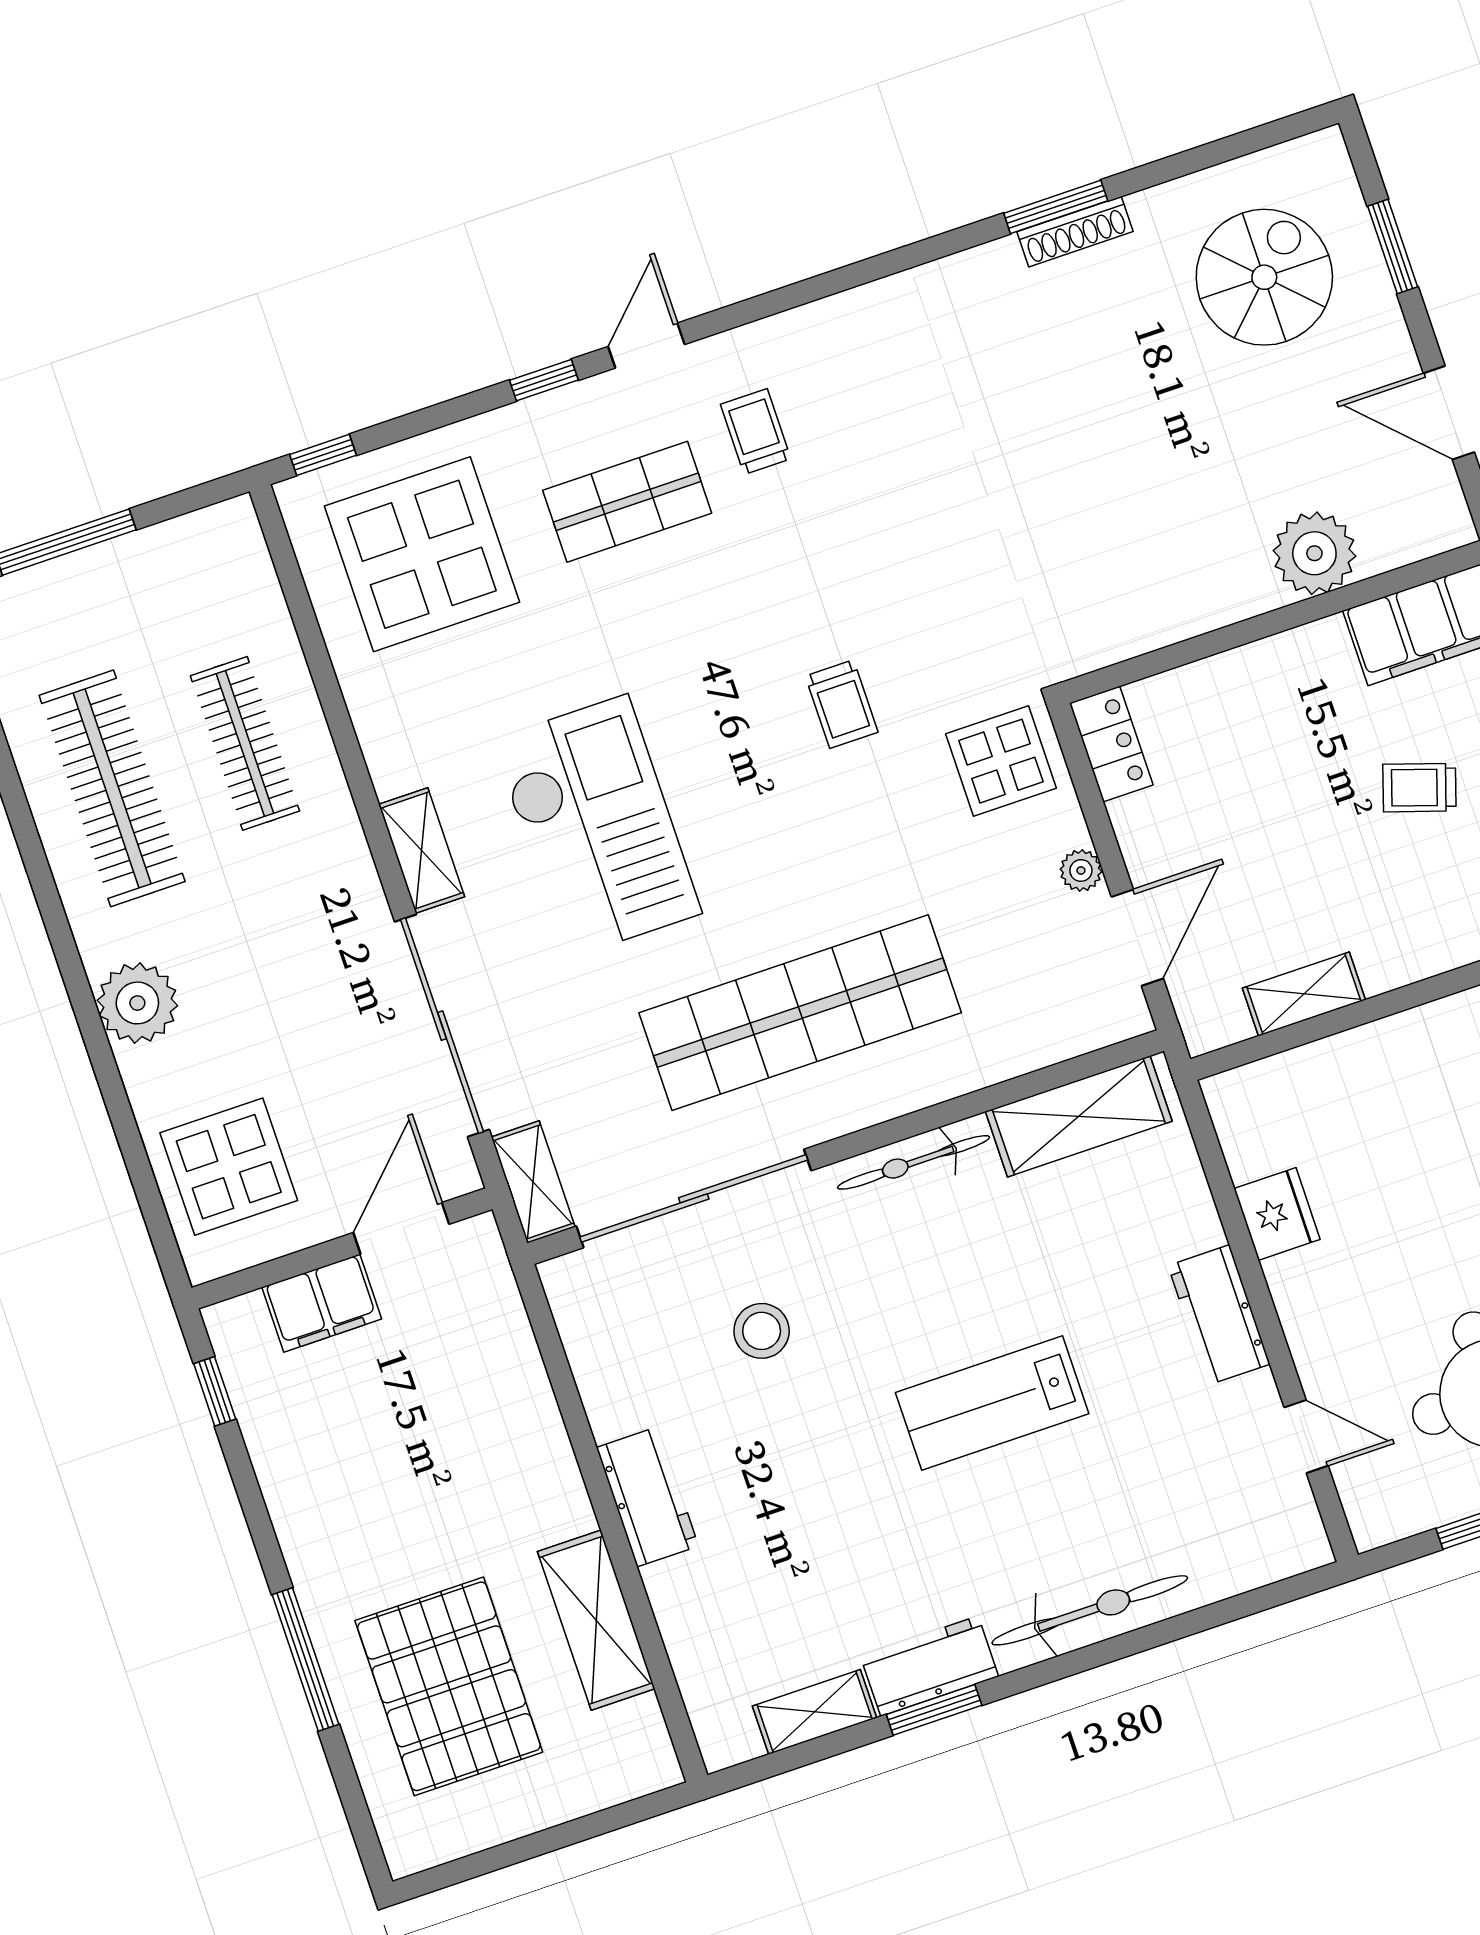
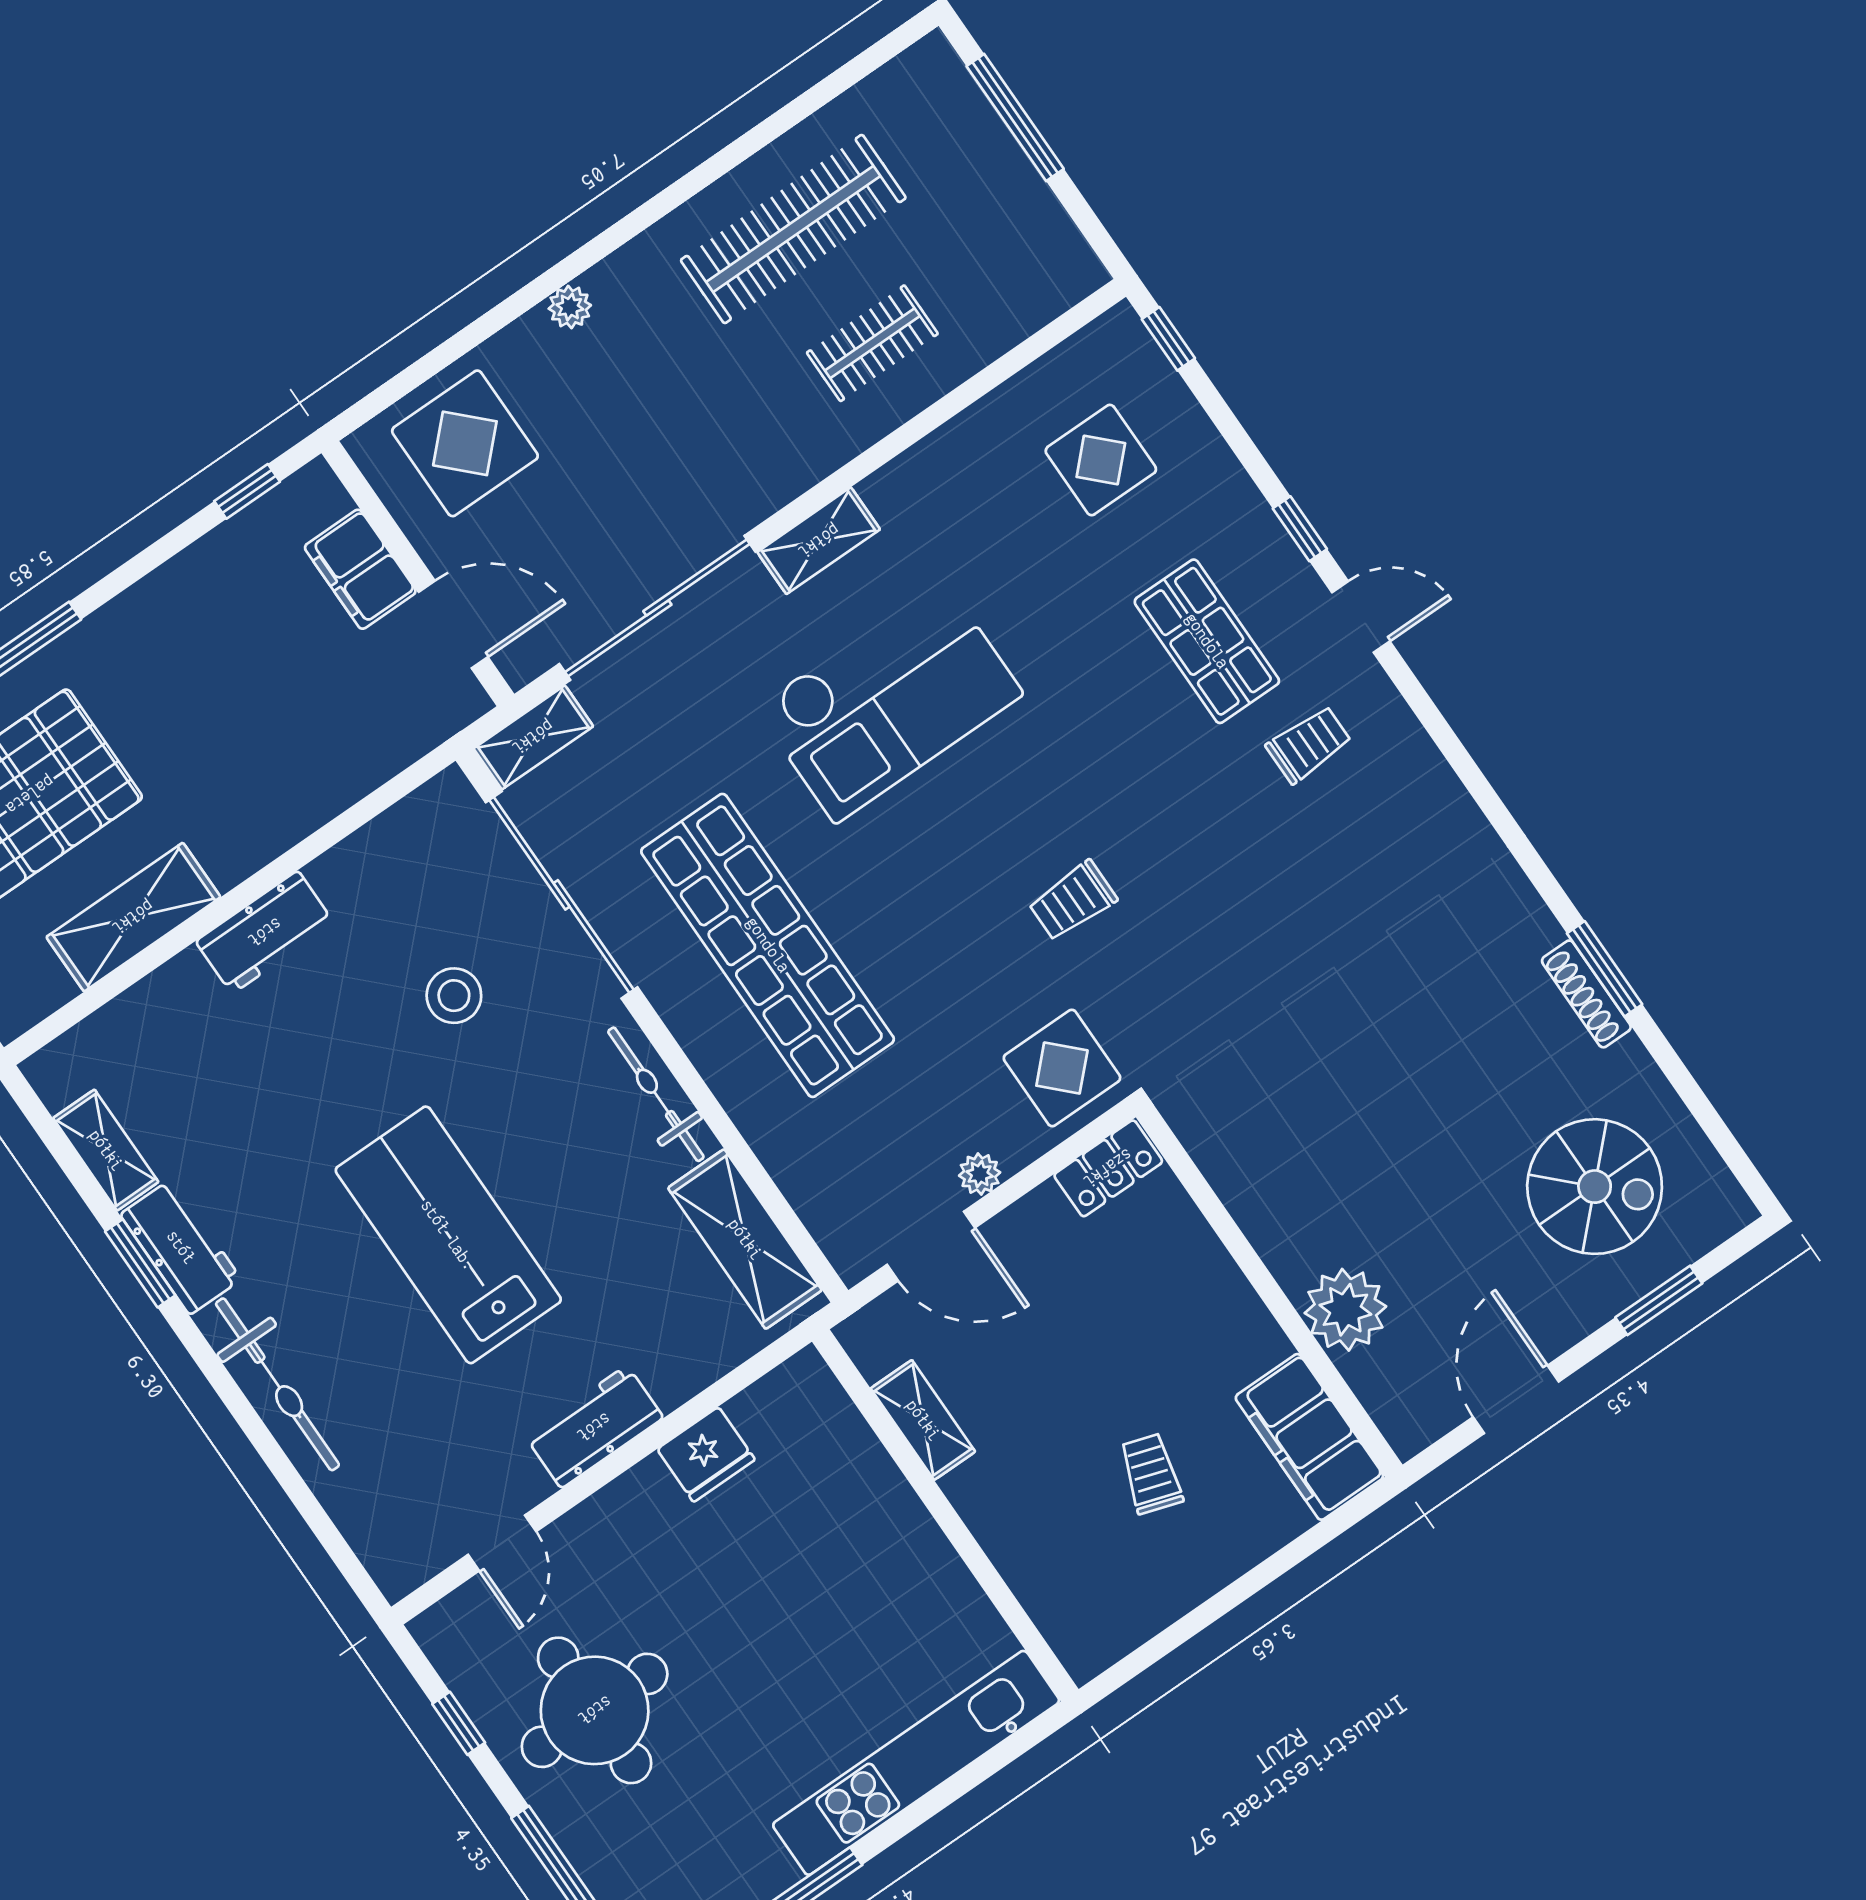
display table: (422, 554) -> (1101, 460), width x0.54, depth x0.54
clothes rail: (245, 743) -> (872, 343), width x0.73
plant: (137, 1003) -> (570, 307), width x0.53, depth x0.53
lab bench: (992, 1403) -> (448, 1235), width x1.36, depth x1.39

